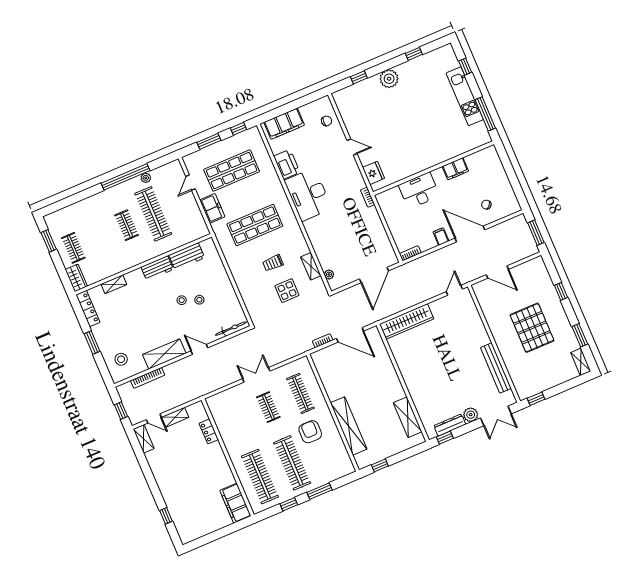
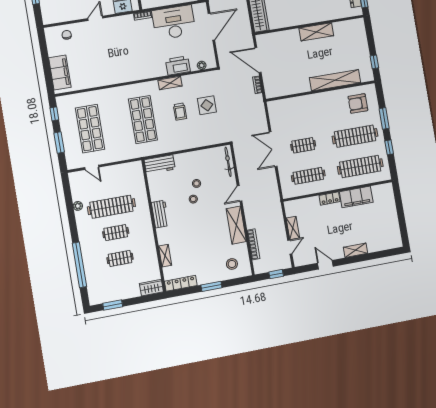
printer: (287, 164) -> (178, 65), moved
window: (125, 177) -> (79, 265), moved
desk: (308, 195) -> (174, 22), moved, turned 180
freezer: (212, 208) -> (119, 153), removed
clothes rail: (73, 248) -> (120, 258), moved
workbench: (187, 256) -> (160, 164), moved, turned 90
shelving: (311, 266) -> (170, 83), moved
door: (374, 275) -> (211, 27), hinge flipped
door: (350, 335) -> (258, 60), swing flipped
double door: (256, 375) -> (273, 149), width x1.37
clothes rail: (300, 393) -> (308, 176), moved
shelving: (408, 417) -> (316, 32), moved
locker: (209, 431) -> (330, 198), moved
armchair: (310, 432) -> (358, 103), moved
shelving: (144, 439) -> (356, 250), moved
door: (143, 463) -> (325, 265), added
filing cabinet: (235, 503) -> (356, 197), moved
window: (166, 516) -> (375, 255), removed

